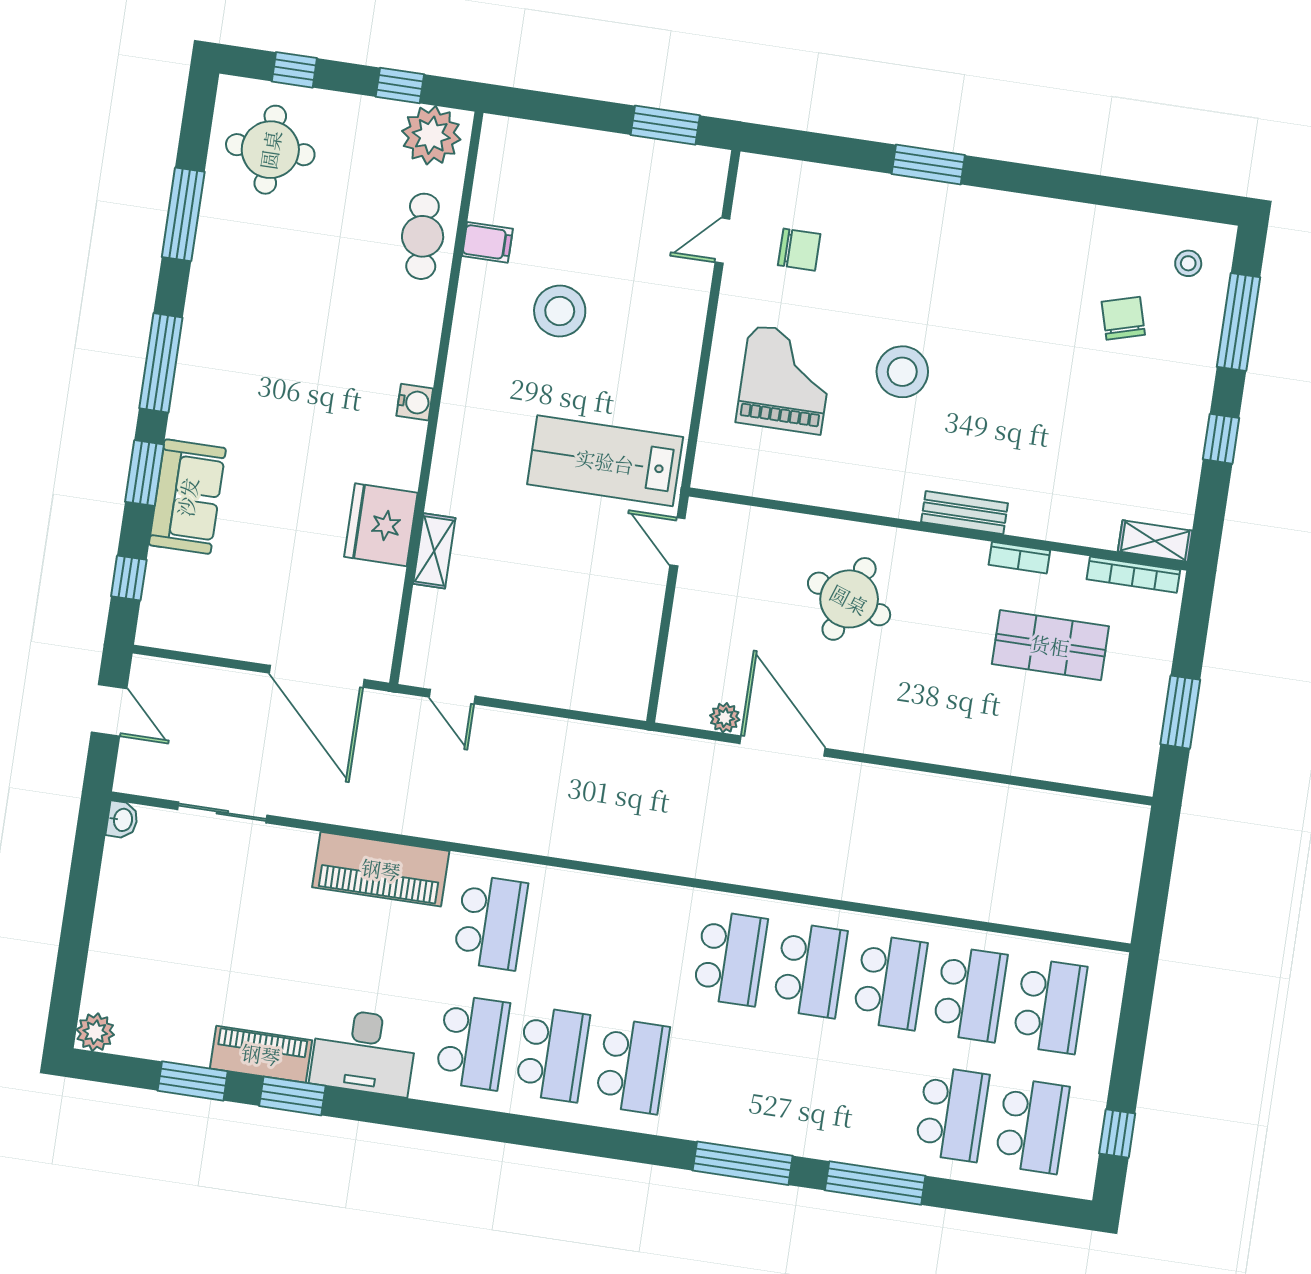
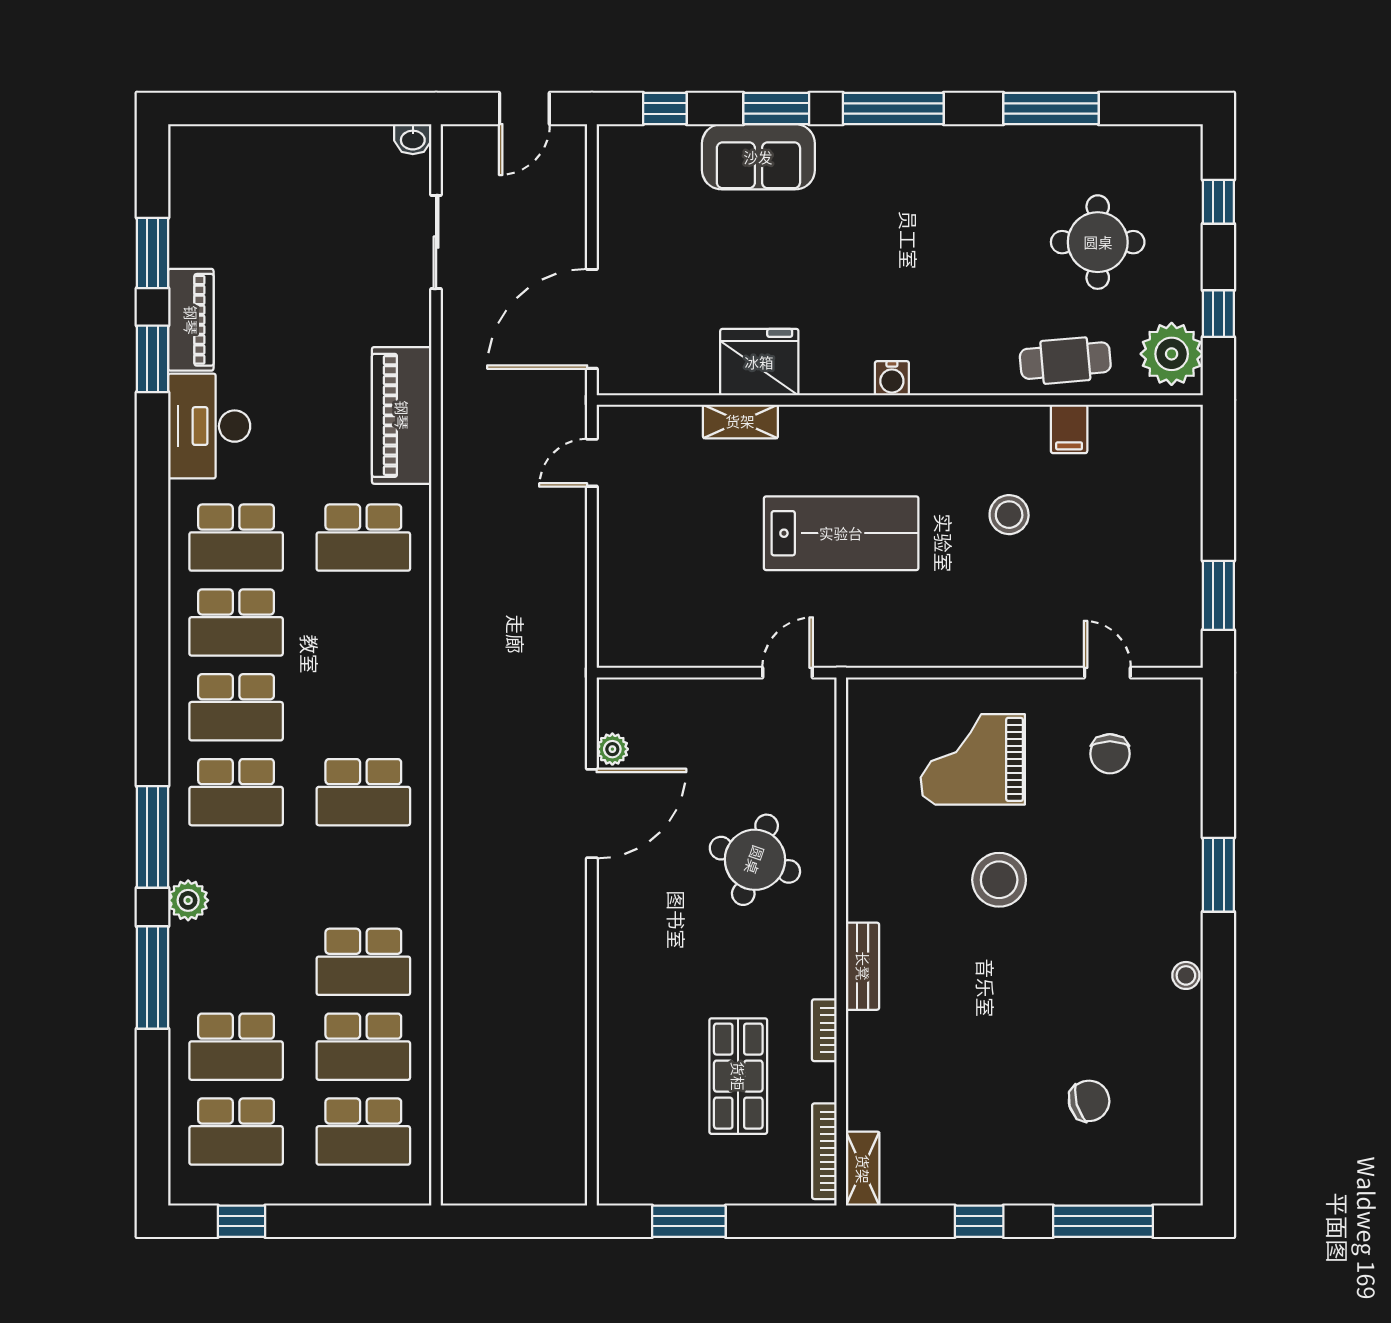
round table: (270, 150) -> (1098, 242), moved
stool: (1188, 263) -> (1186, 975), moved
stool: (560, 311) -> (1009, 515), width x0.73, depth x0.73
grand piano: (785, 380) -> (973, 759), turned 180
lab bench: (605, 461) -> (841, 533), moved, turned 90
school desk: (810, 970) -> (236, 792), moved
plant: (95, 1032) -> (188, 900), moved

